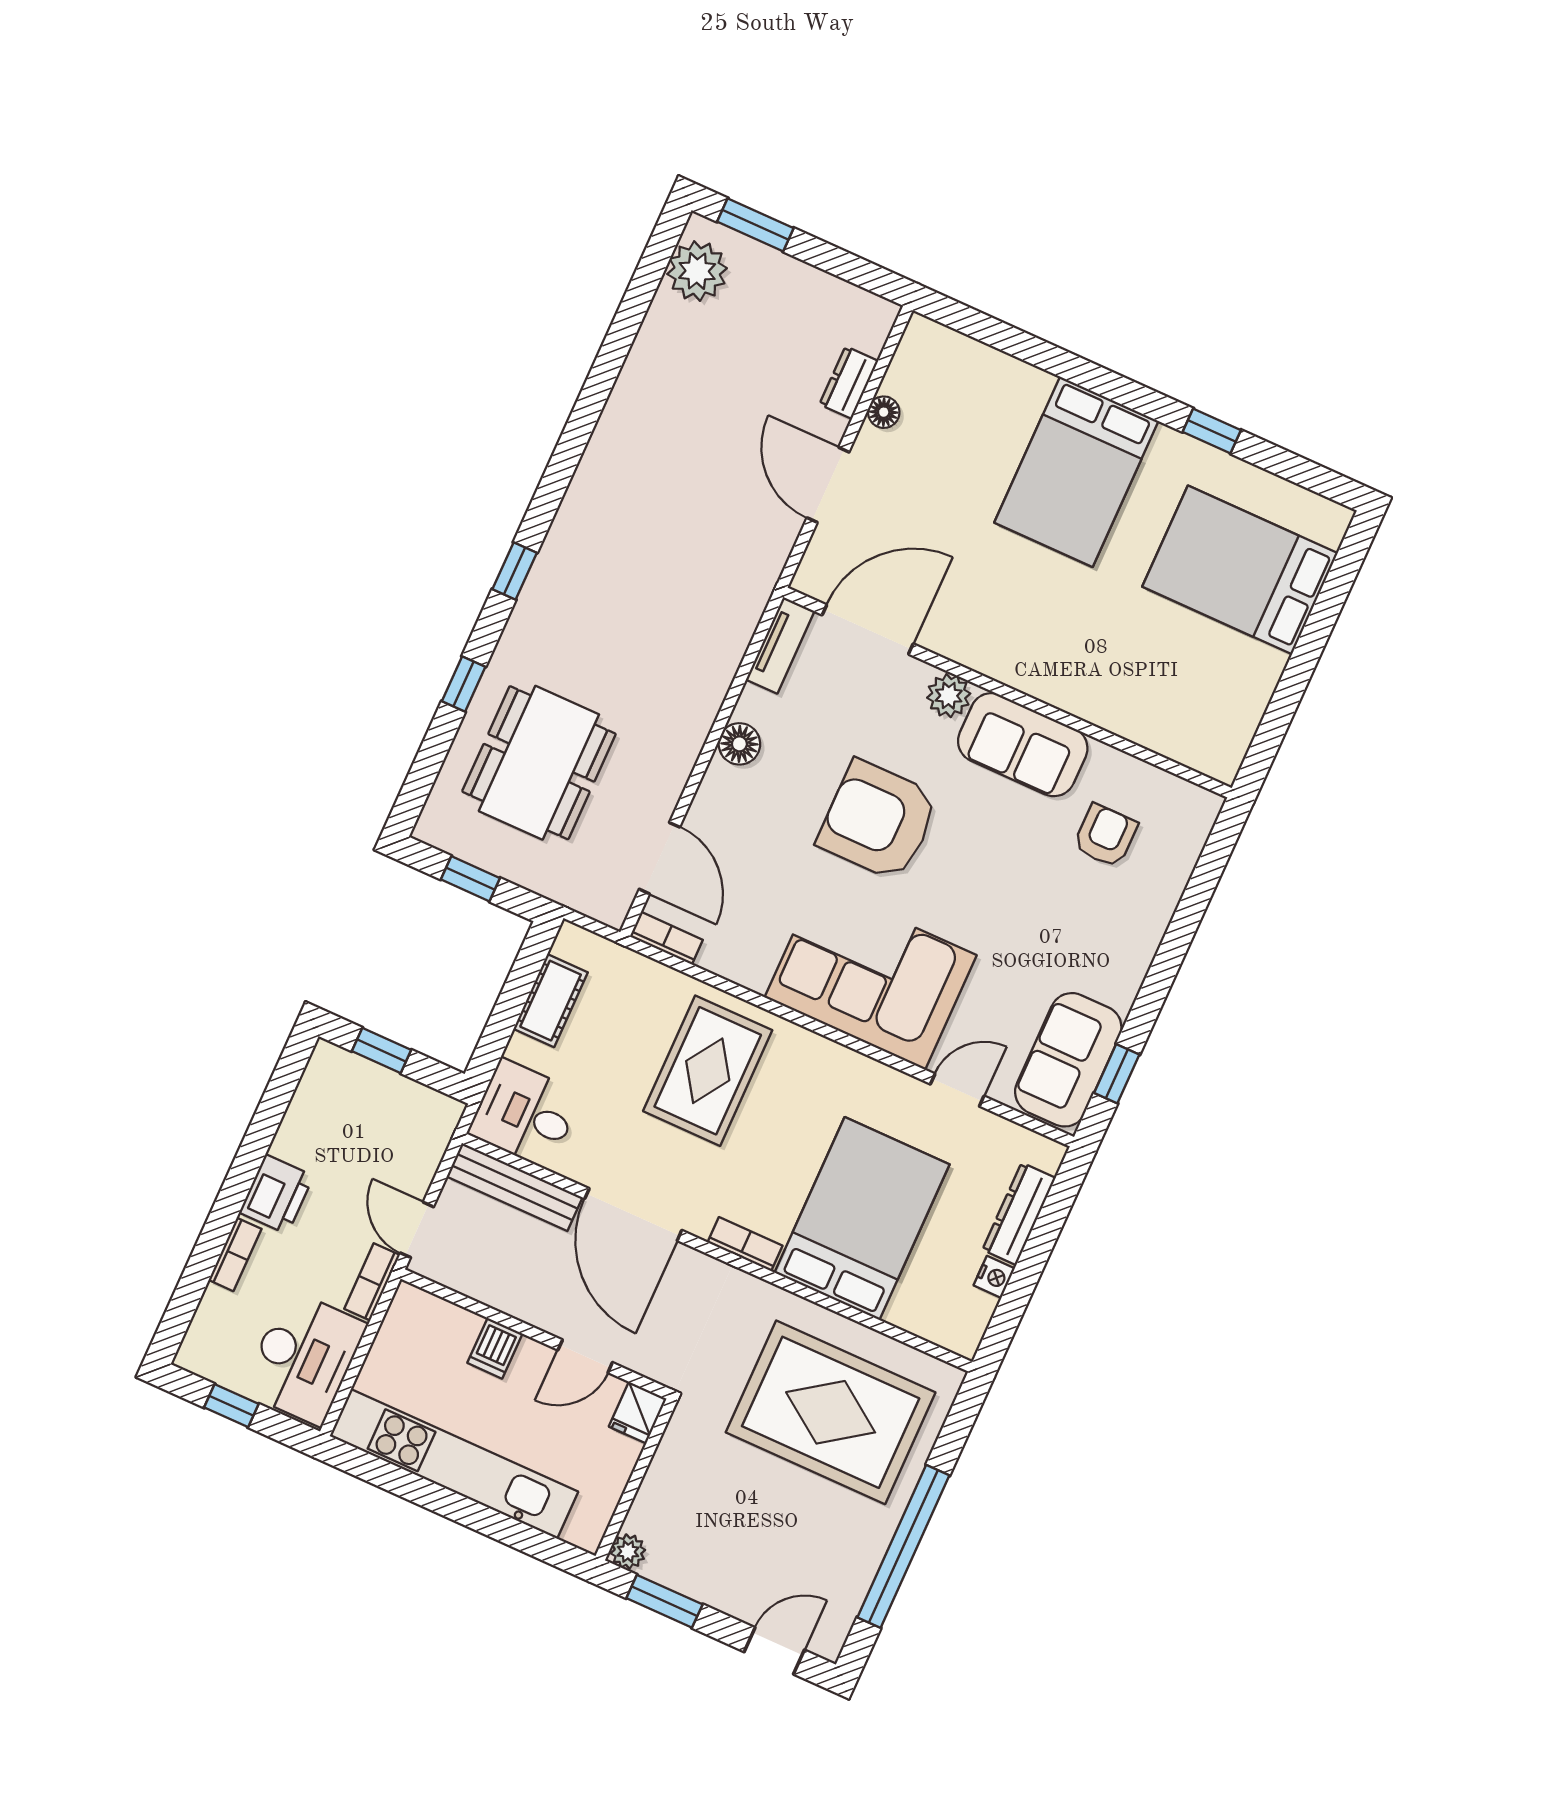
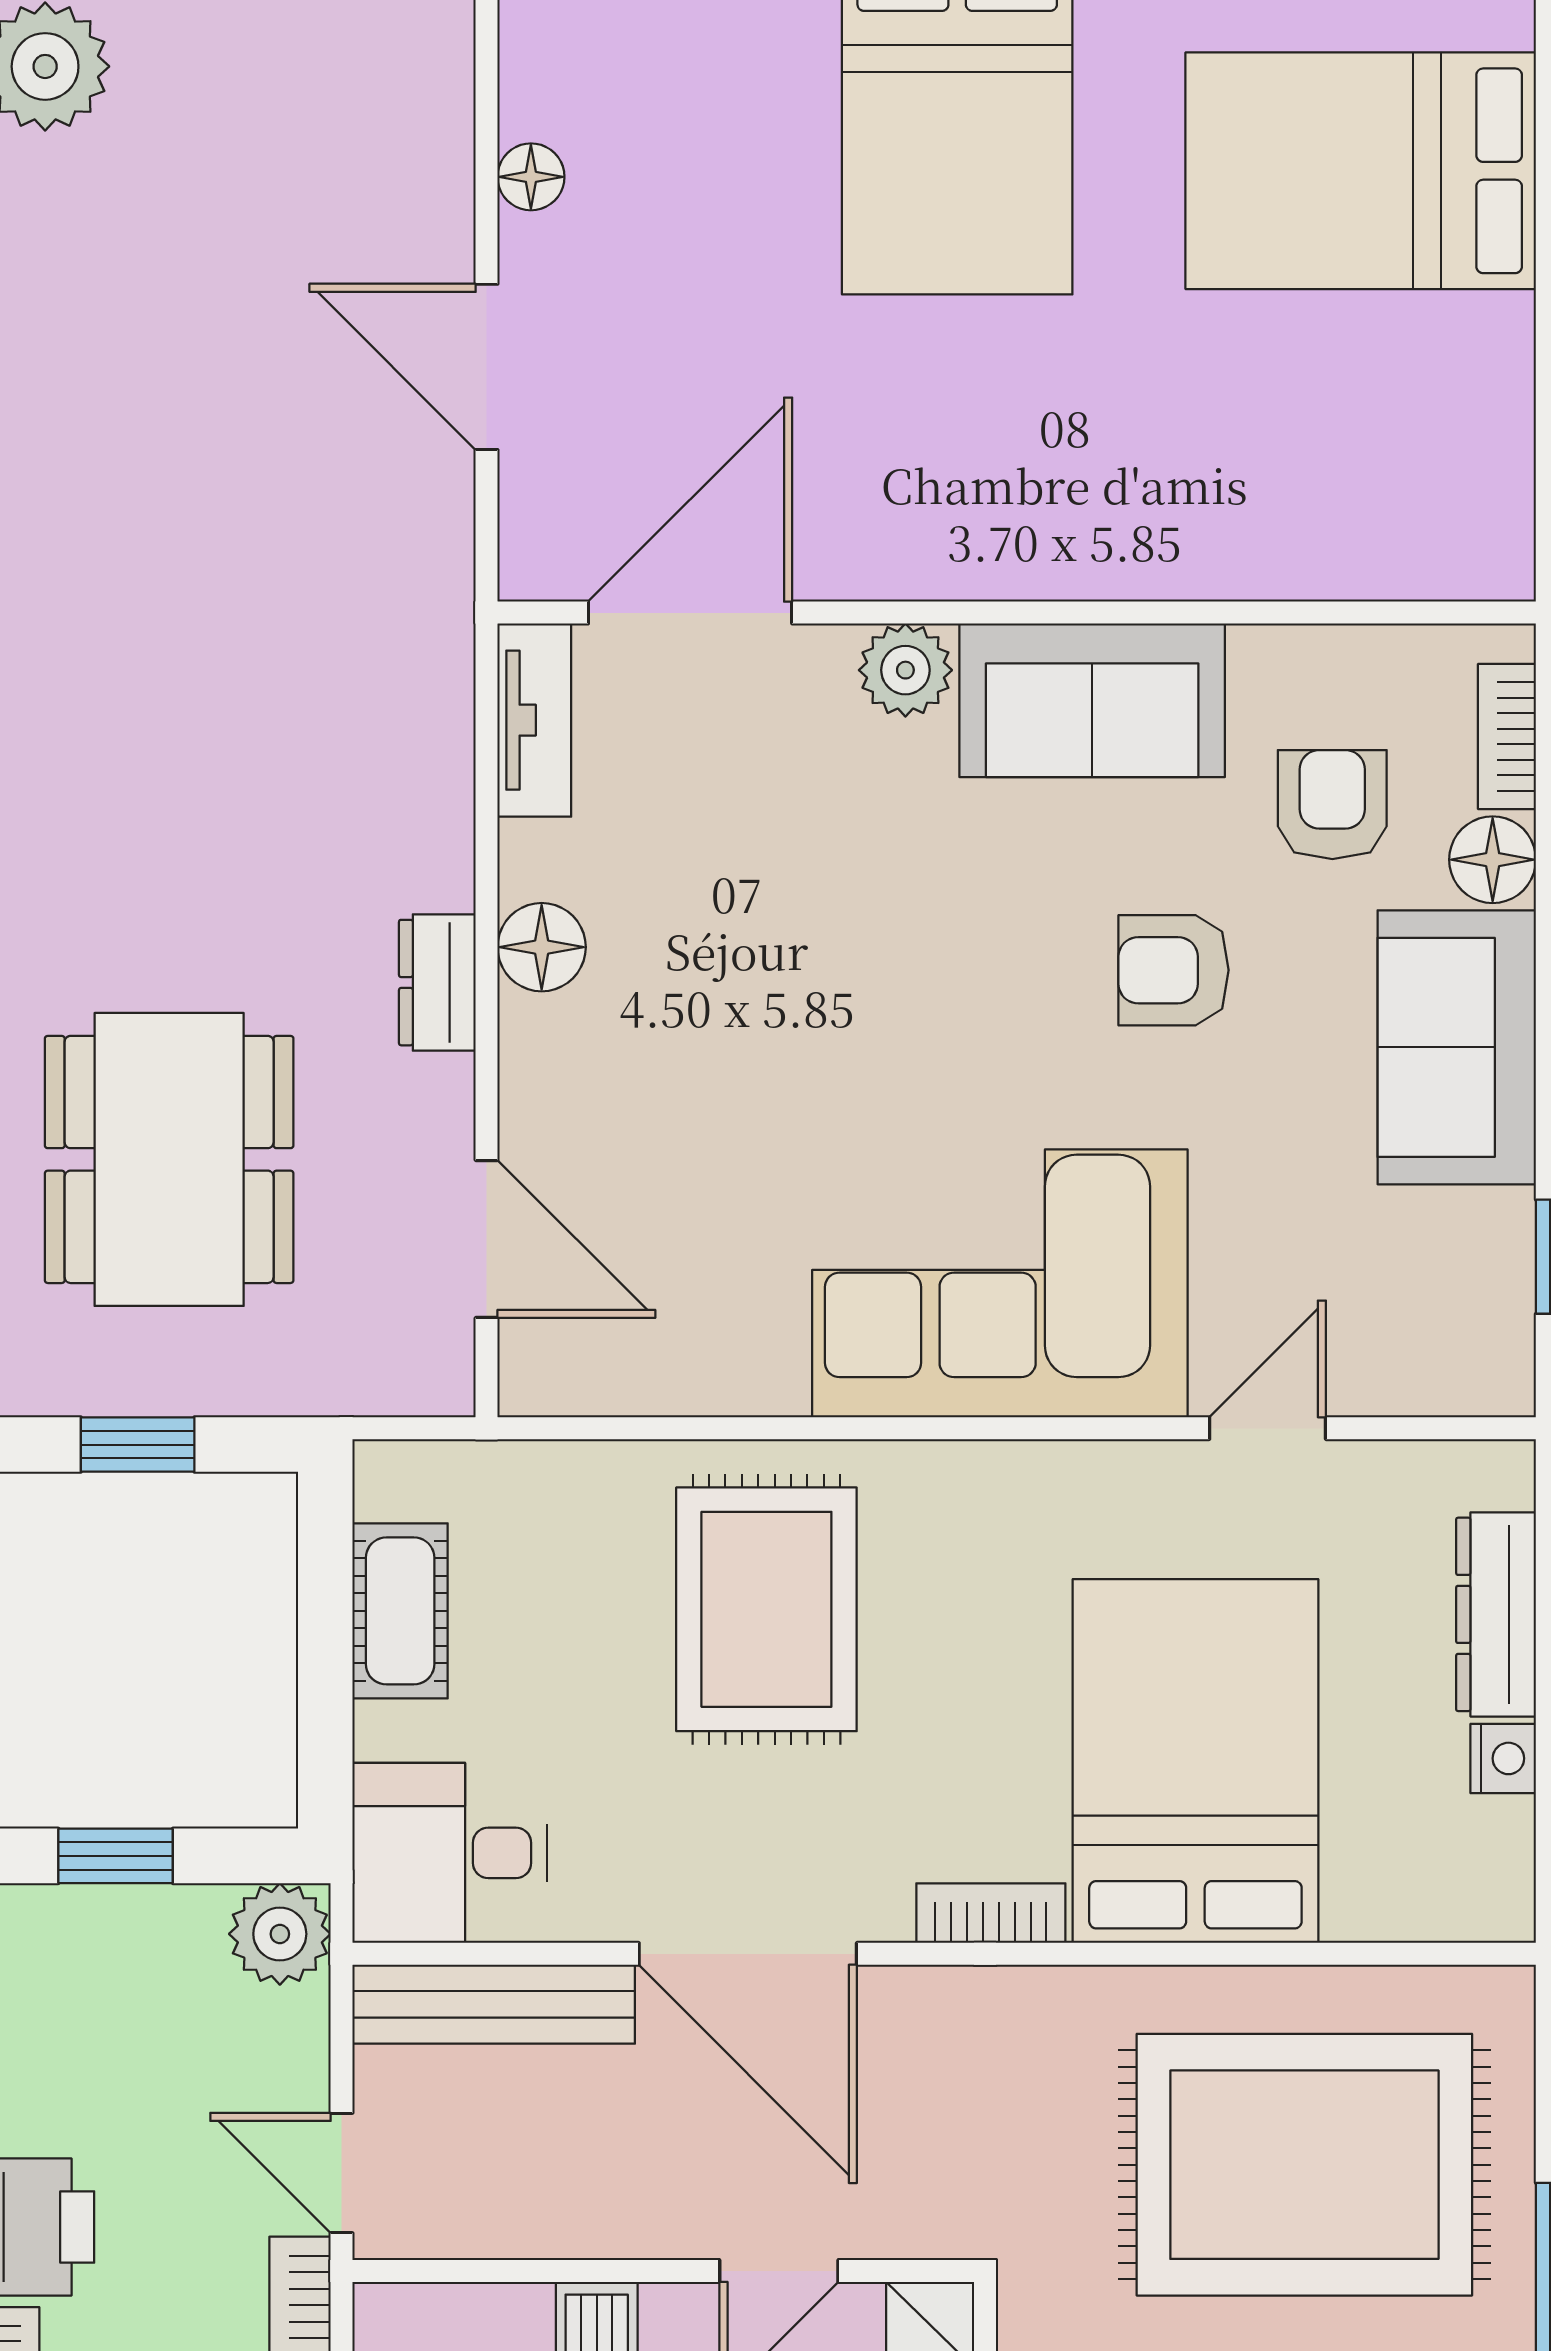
dresser: (849, 383) -> (437, 983), moved
armchair: (878, 820) -> (1174, 970), moved, width x0.53, depth x0.53
floor lamp: (1163, 890) -> (1493, 860), added
bookcase: (666, 938) -> (1507, 736), moved, turned -90
sofa: (1068, 1060) -> (1457, 1047), moved
plant: (437, 1116) -> (280, 1934), added

